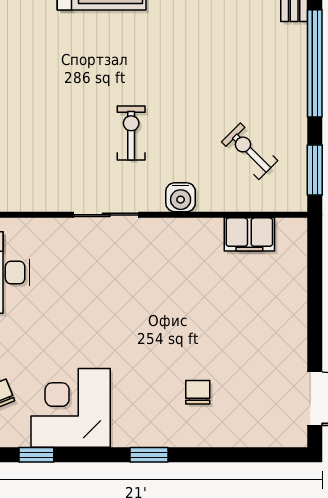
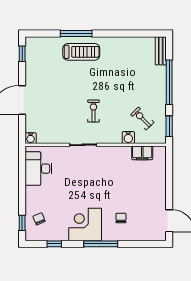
water cooler: (181, 197) -> (128, 138), moved
corner desk: (71, 408) -> (85, 224), moved
window: (149, 455) -> (101, 244), width x2.17

